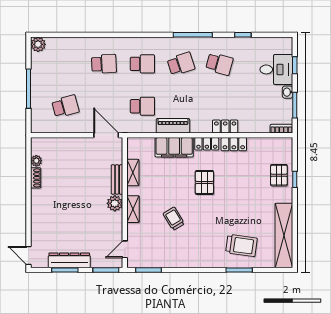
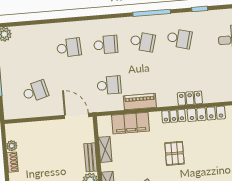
school desk: (181, 64) -> (143, 42), turned 33
locker: (234, 144) -> (206, 114), width x1.53
filing cabinet: (174, 147) -> (131, 123), moved

